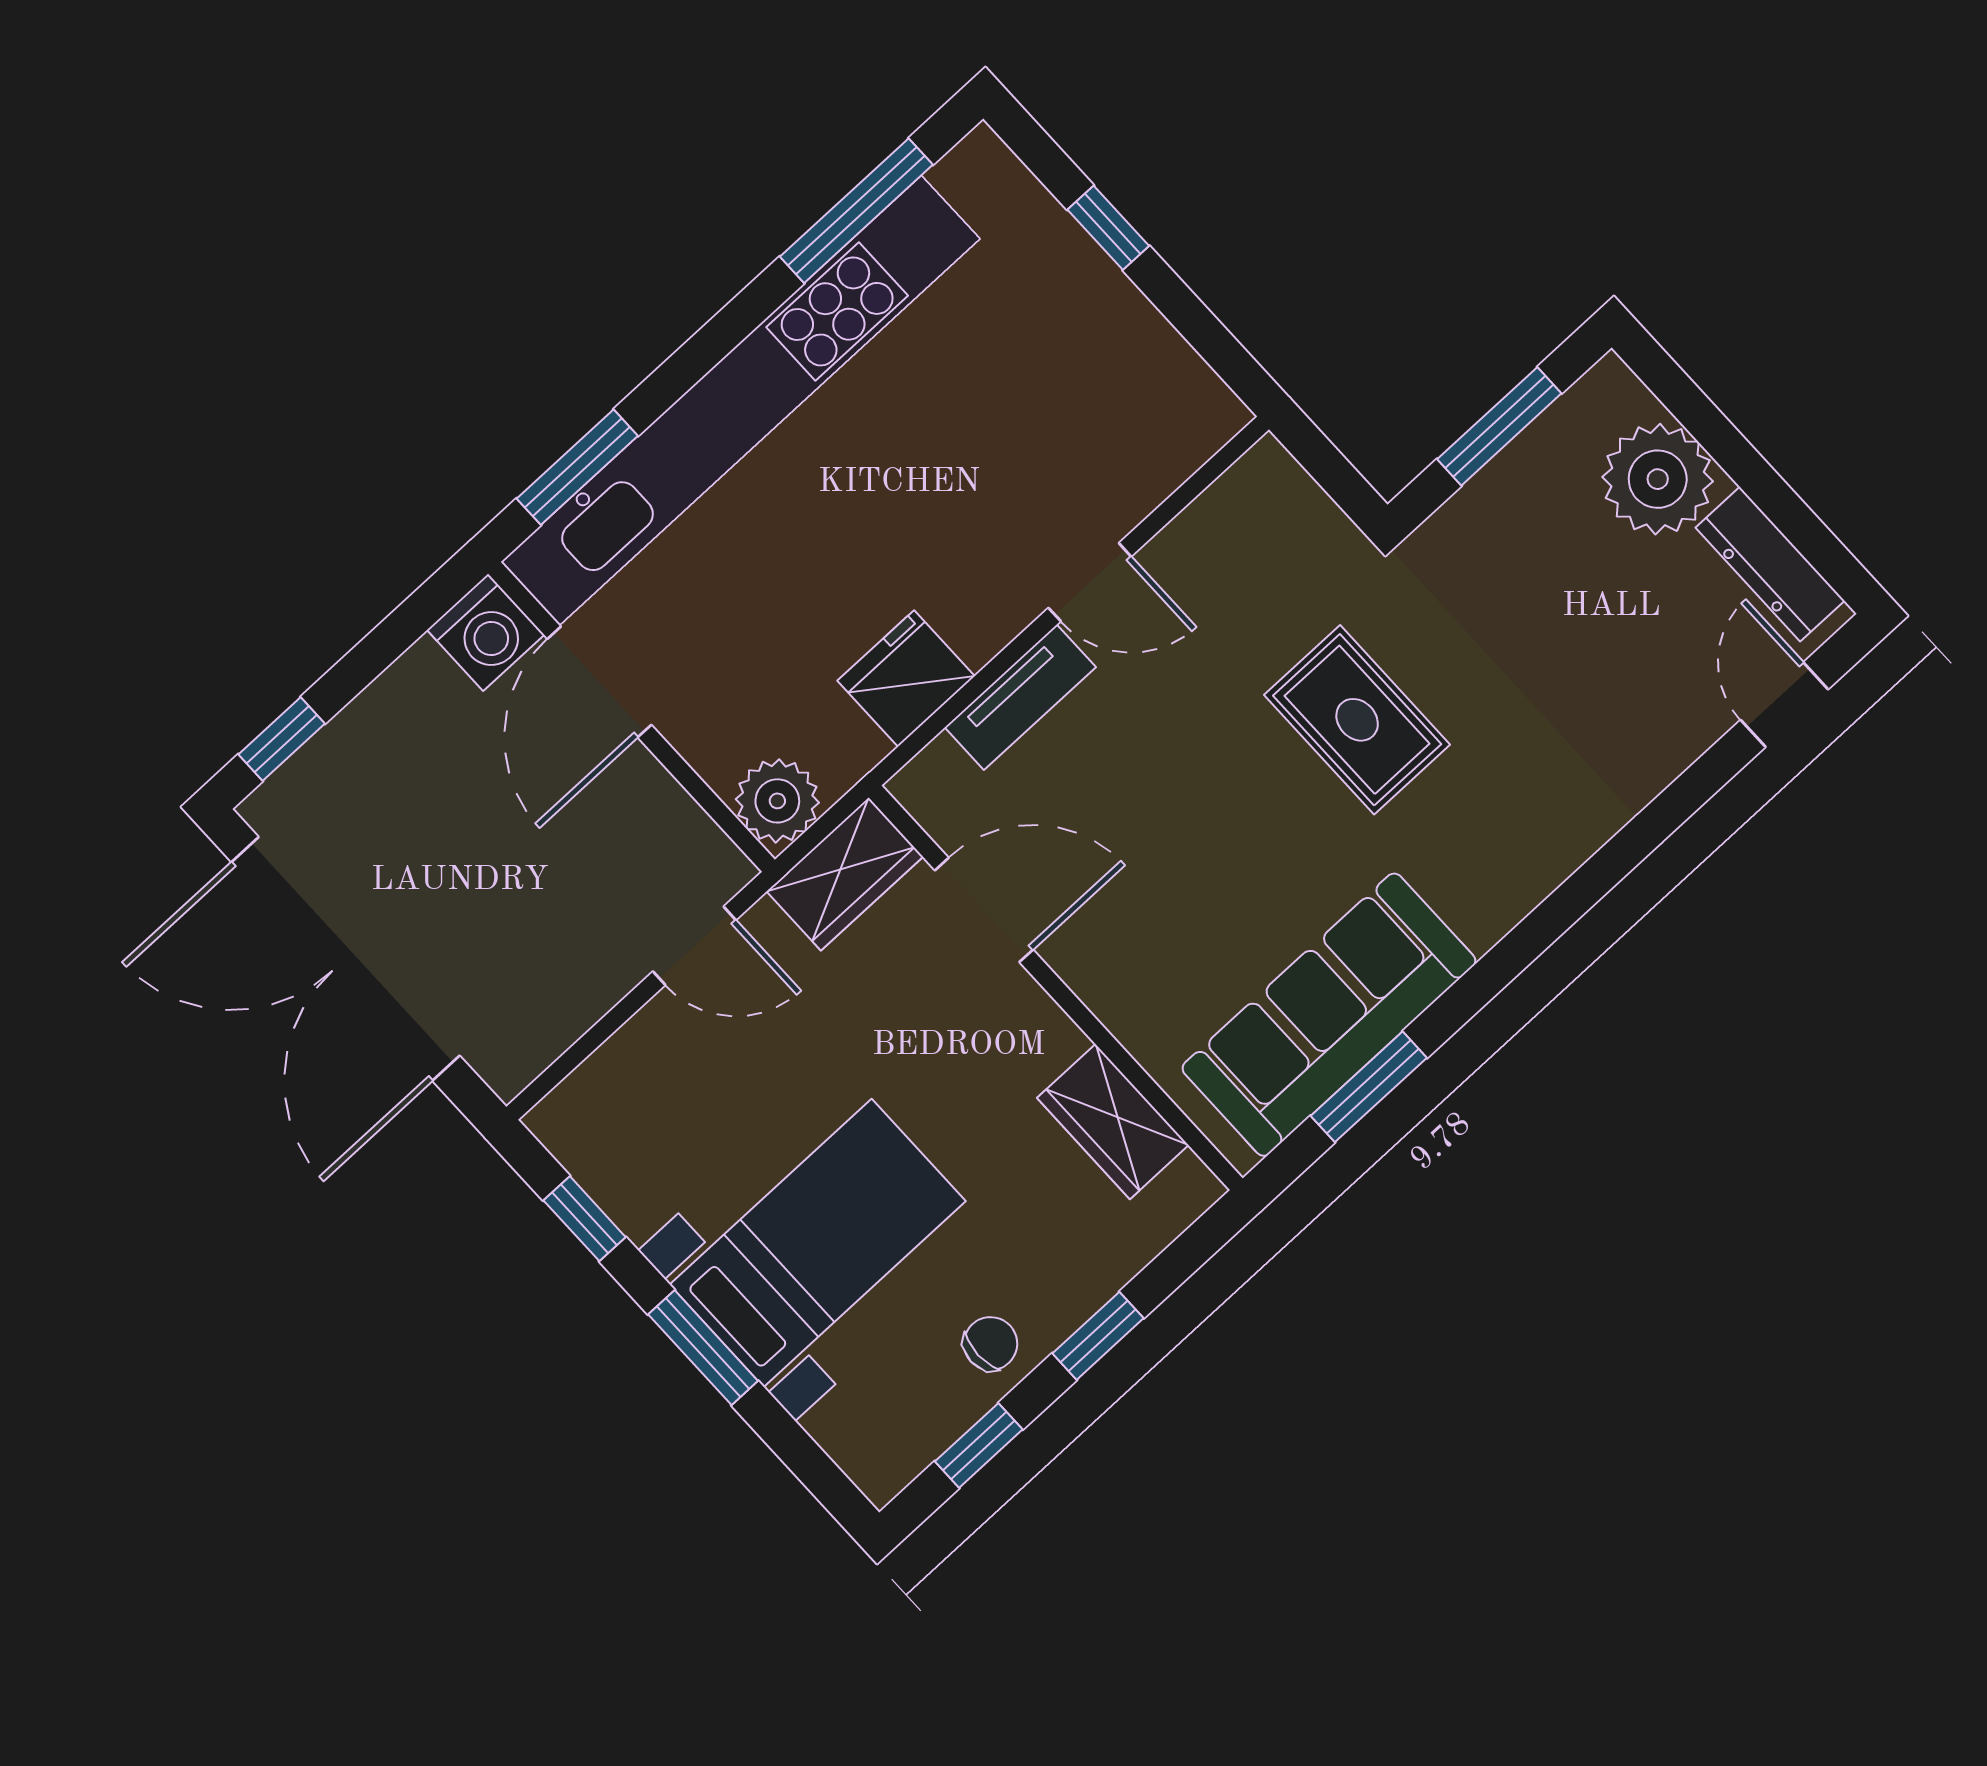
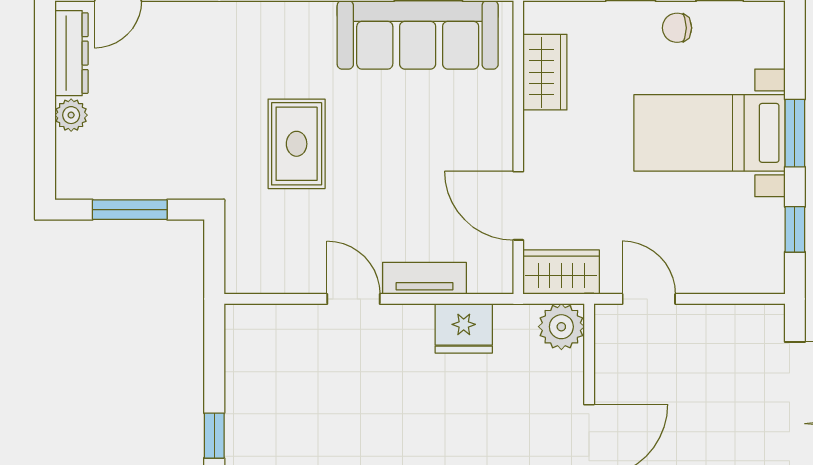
plant: (1658, 479) -> (71, 115), width x0.53, depth x0.53

